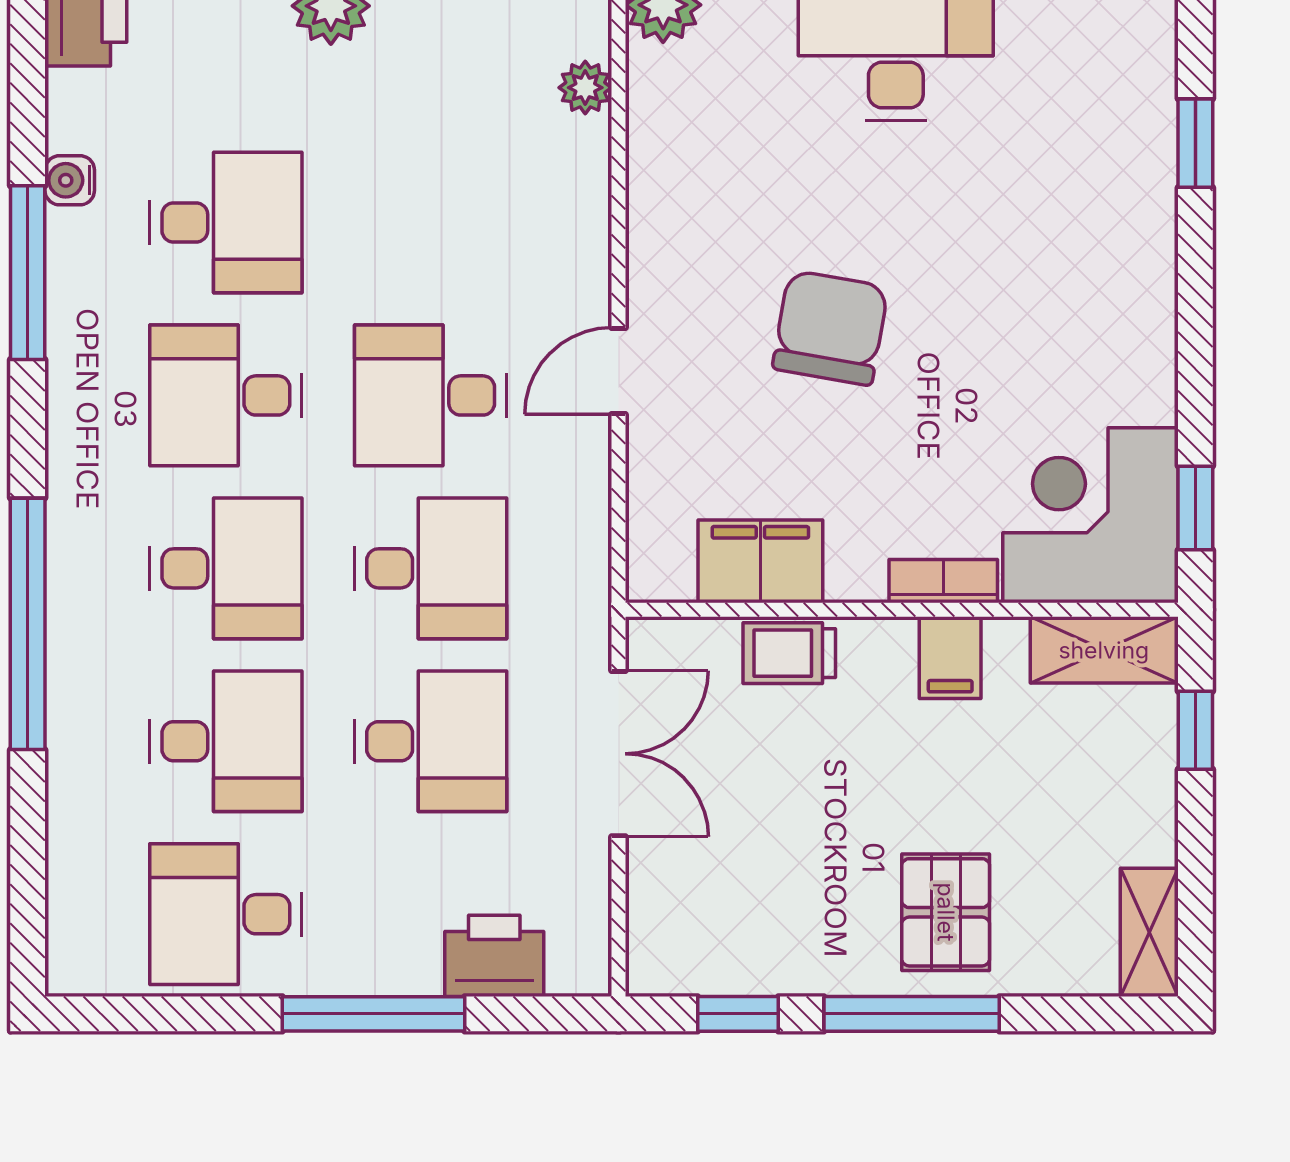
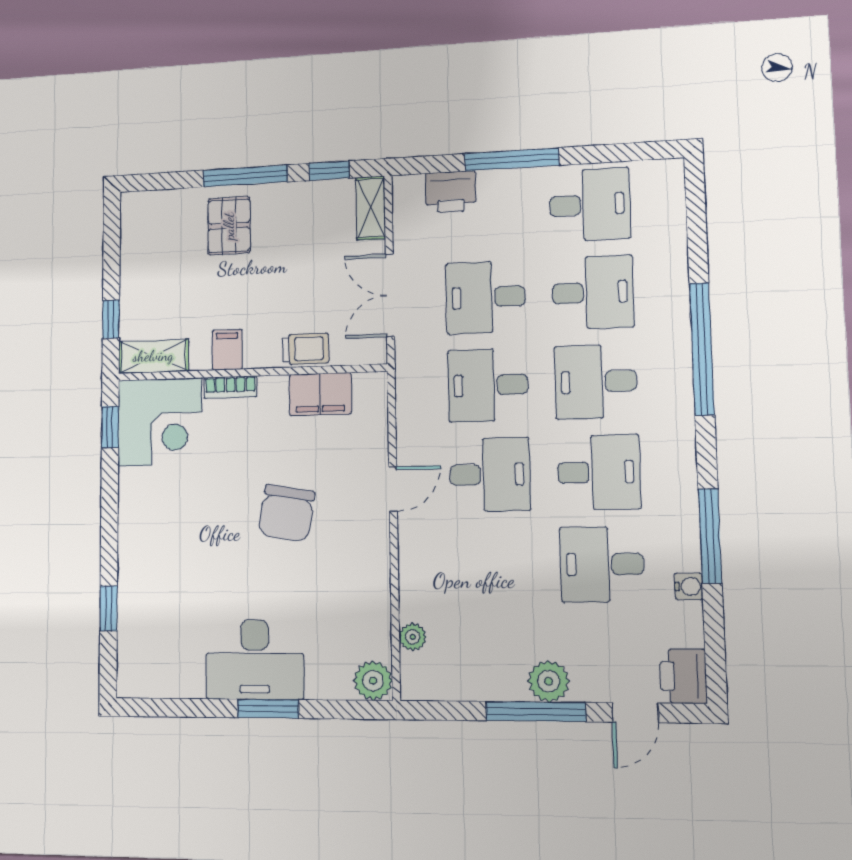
desk: (226, 741) -> (593, 292), turned 180
shelving: (1149, 932) -> (371, 208), moved

